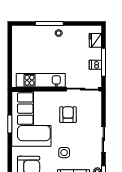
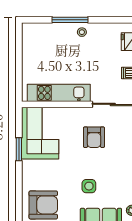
armchair: (68, 115) -> (94, 137), turned 180
corner sofa: (31, 119) -> (40, 133), width x0.73, depth x0.74

